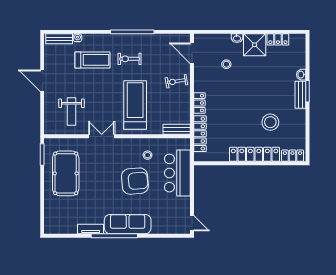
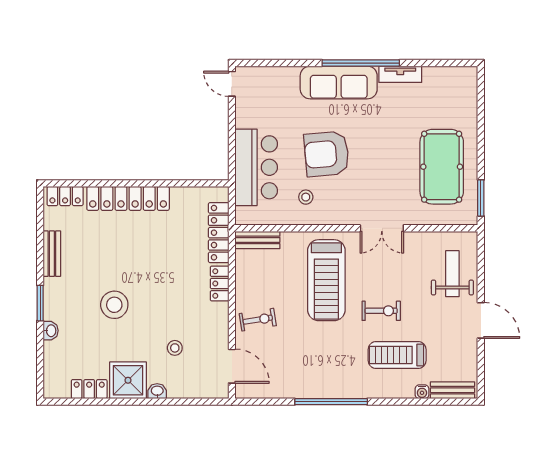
exercise bike: (130, 59) -> (381, 311), moved
bench: (300, 95) -> (52, 254), moved
weight bench: (72, 112) -> (452, 274), moved
stool: (270, 122) -> (114, 305), moved

